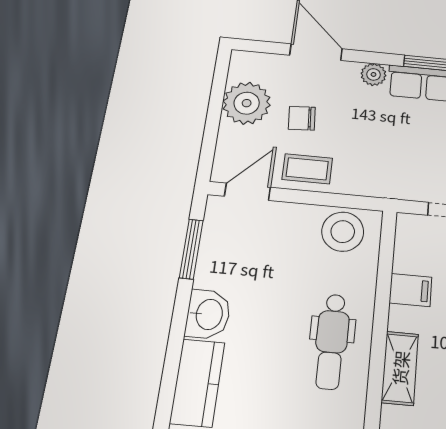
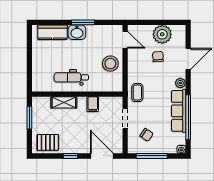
coffee table: (307, 169) -> (137, 93), moved
stool: (343, 232) -> (110, 64), moved
window: (191, 249) -> (83, 22), moved

